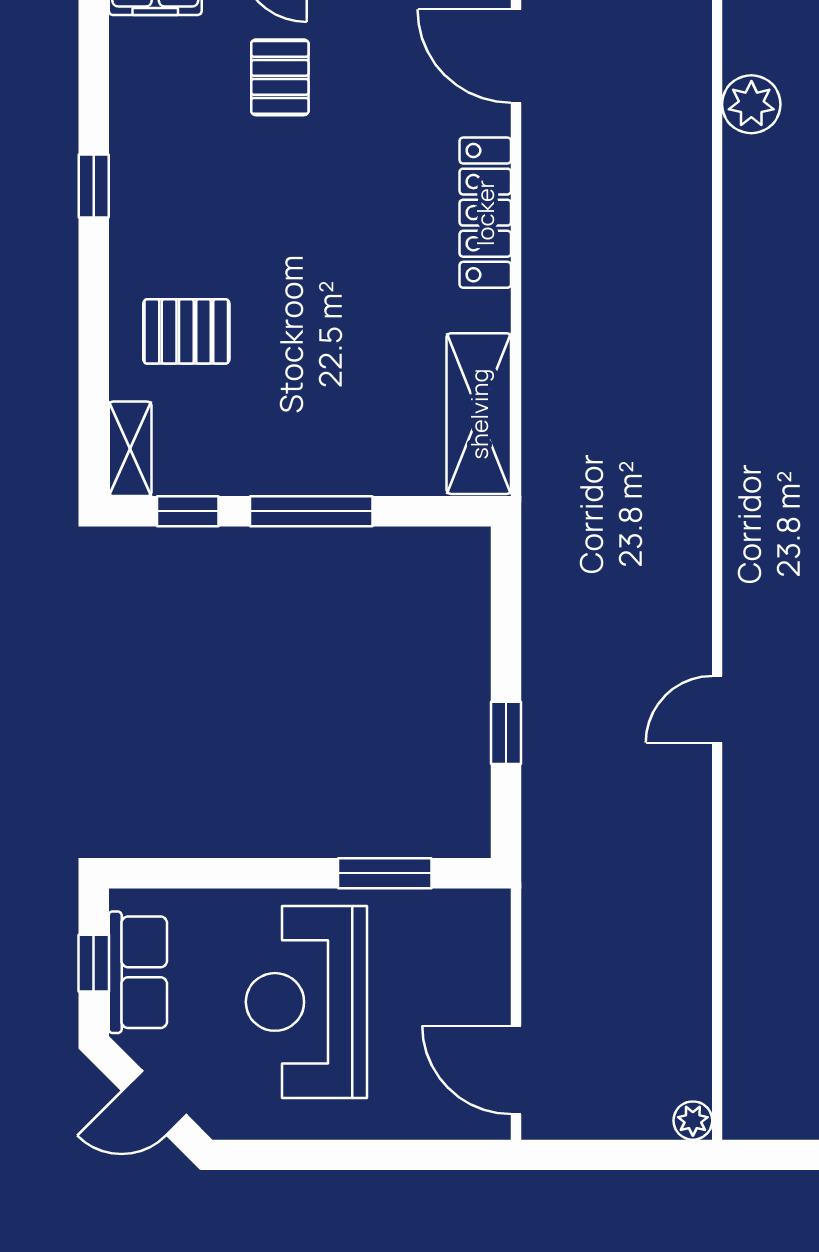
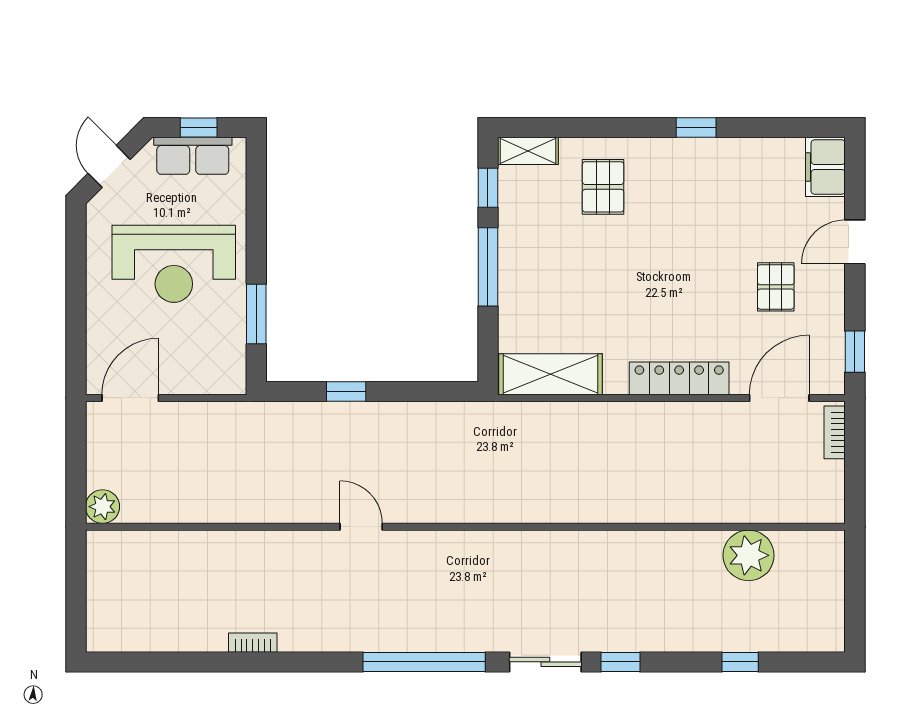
pallet: (280, 77) -> (776, 287), moved, turned 90
plant: (751, 104) -> (749, 555), width x1.36, depth x1.36
reception desk: (306, 1002) -> (174, 264), turned 180
plant: (693, 1121) -> (103, 507), width x1.38, depth x1.38

